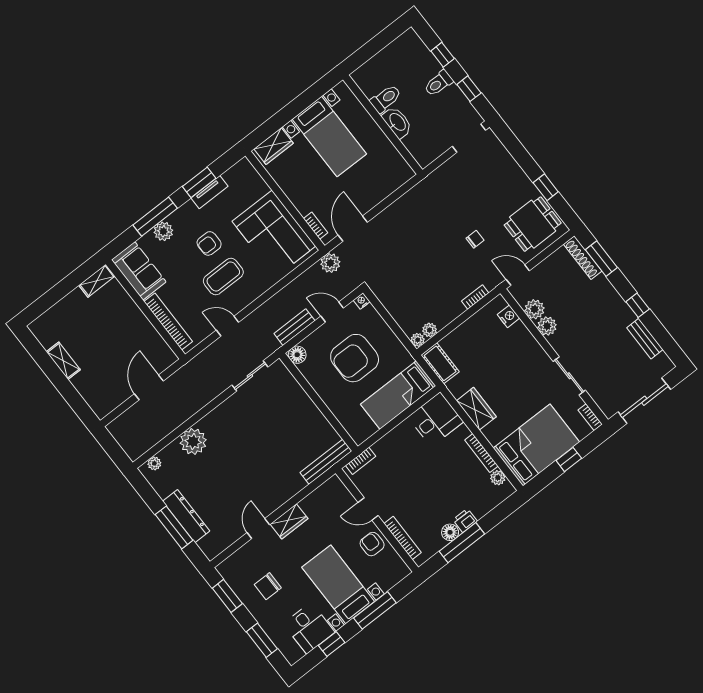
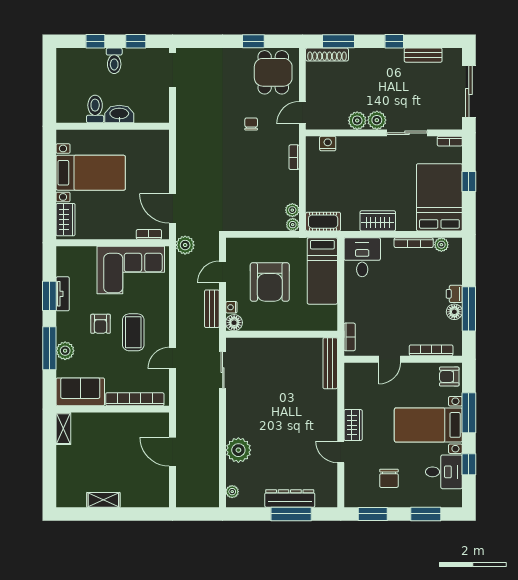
nightstand: (362, 301) -> (231, 307), moved
plant: (535, 309) -> (377, 120), moved
armchair: (372, 544) -> (449, 377), moved

